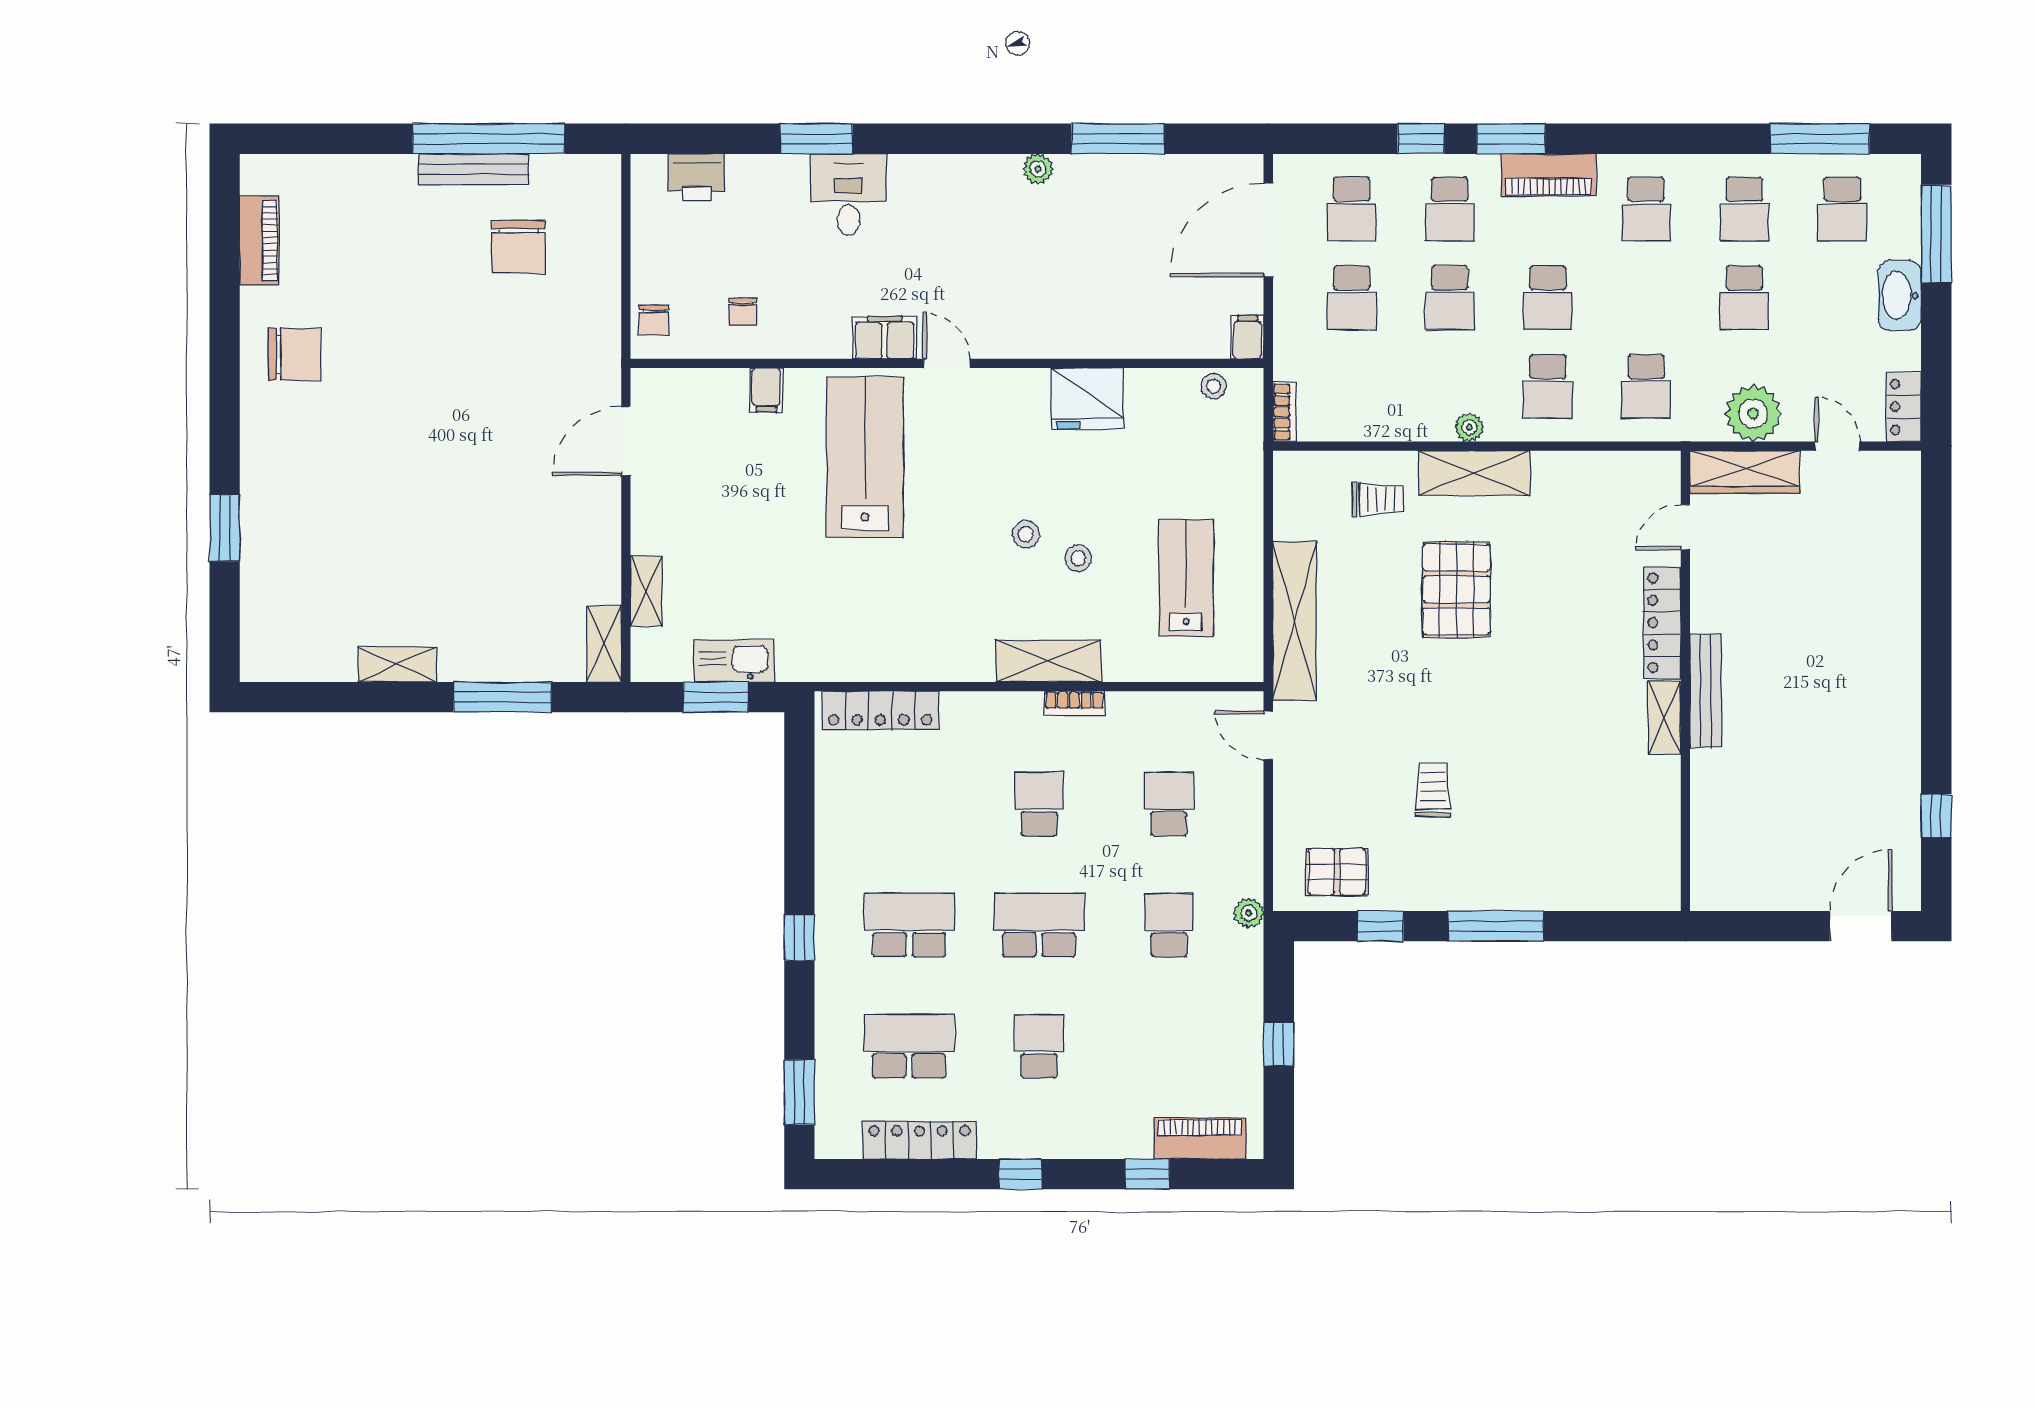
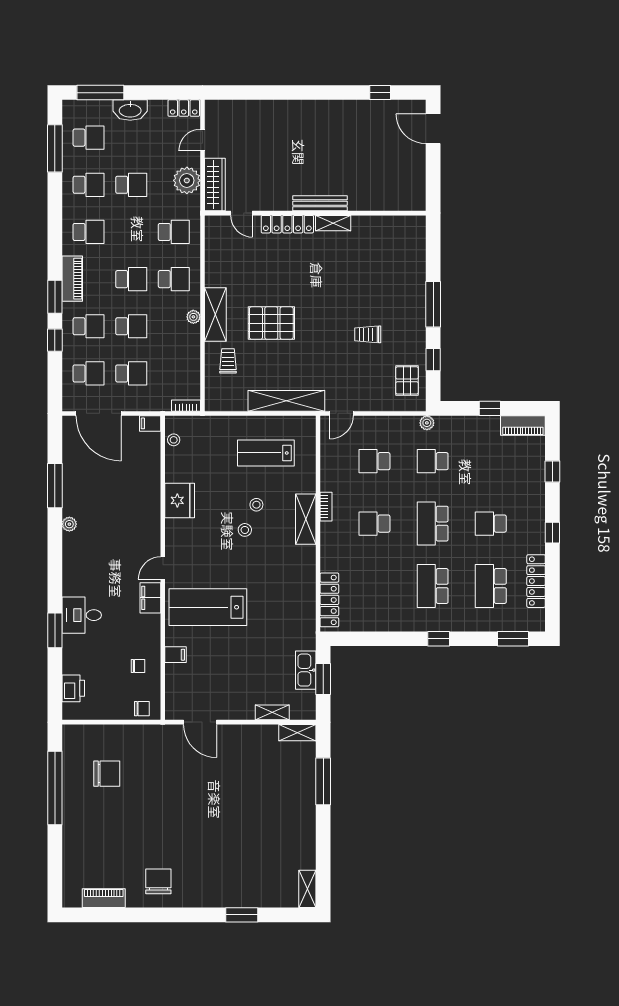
bench: (474, 169) -> (69, 795), removed
shelving: (398, 664) -> (307, 889), moved
piano: (1200, 1138) -> (523, 426), moved, turned -90

